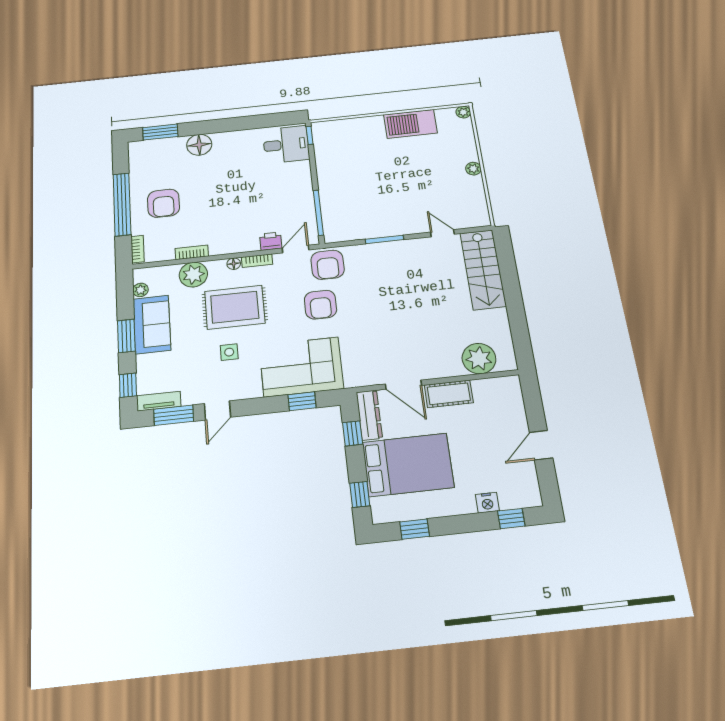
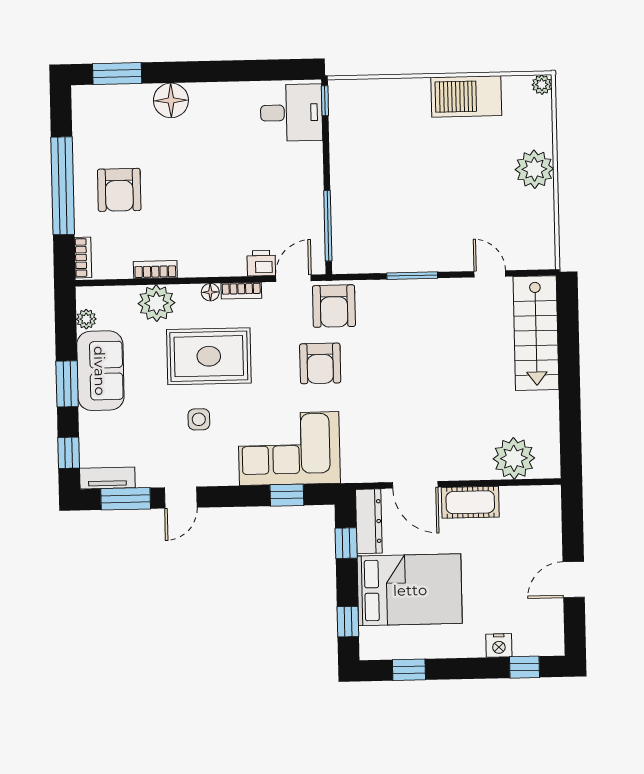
plant: (473, 169) -> (534, 169), width x1.88, depth x1.88

